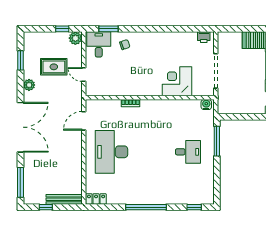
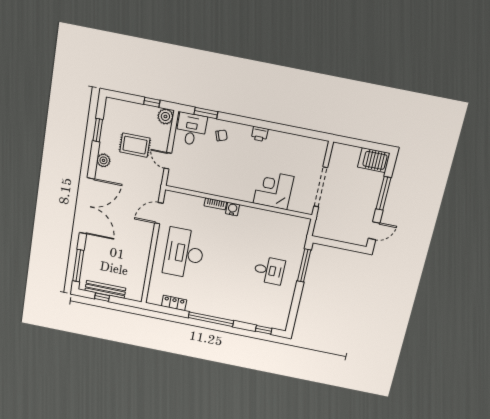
printer: (204, 37) -> (260, 134), moved
water cooler: (206, 105) -> (232, 209), moved
bench: (64, 199) -> (105, 289), moved
locker: (96, 199) -> (174, 303), moved

